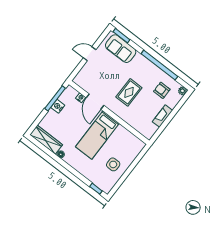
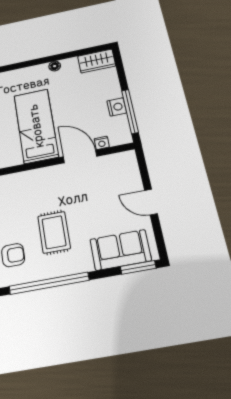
door: (90, 54) -> (151, 202), swing flipped
rug: (129, 92) -> (54, 232), moved
wardrobe: (46, 140) -> (97, 61), width x0.67

